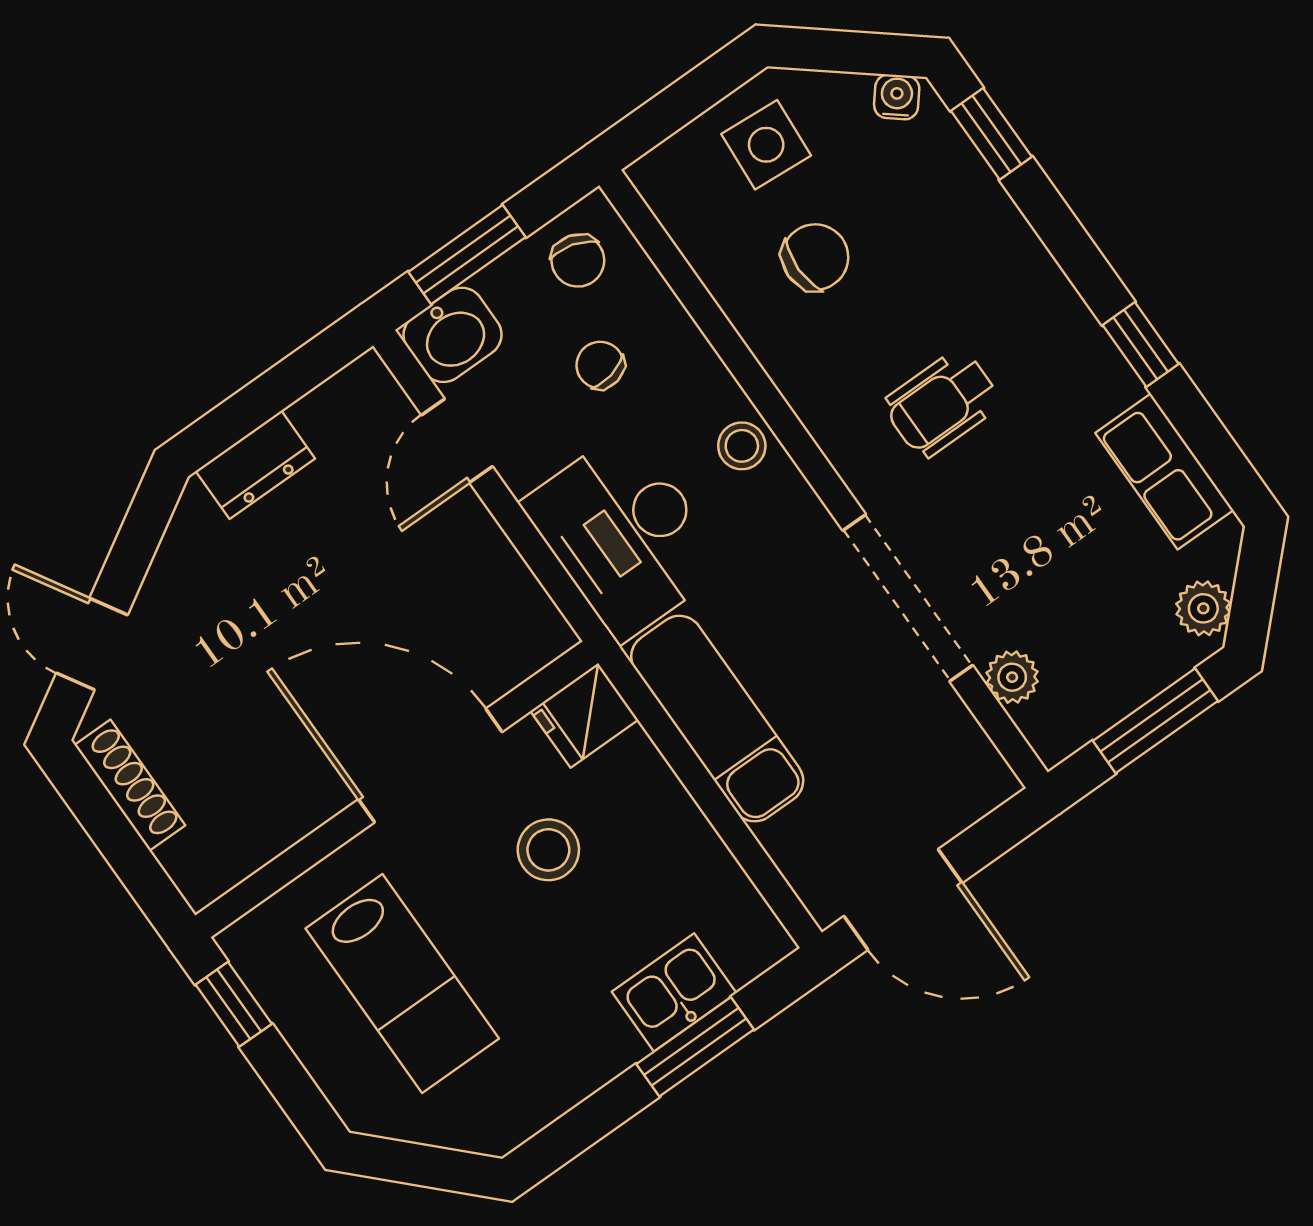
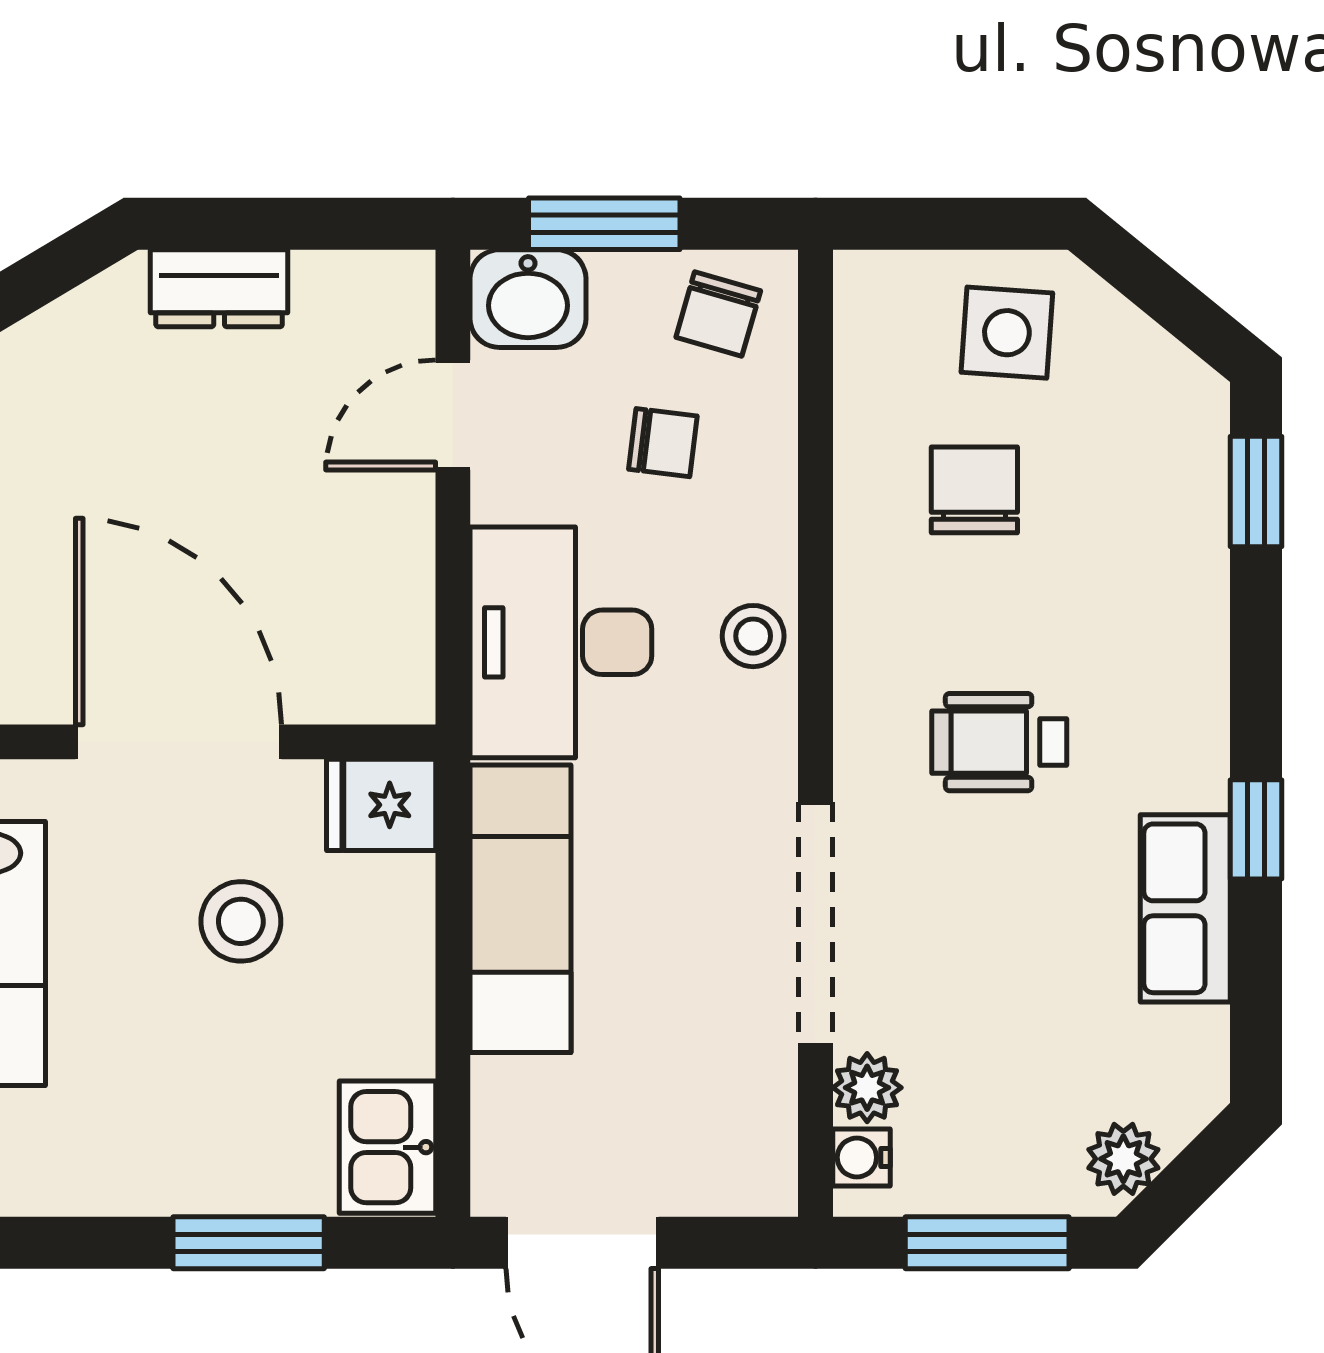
water cooler: (897, 97) -> (861, 1157), moved, turned -129
chair: (815, 257) -> (974, 490), turned -90
chair: (600, 365) -> (663, 443), turned 109
row of seats: (1164, 471) -> (1185, 908), moved
kitchen sink: (674, 992) -> (387, 1147), moved, turned -90

